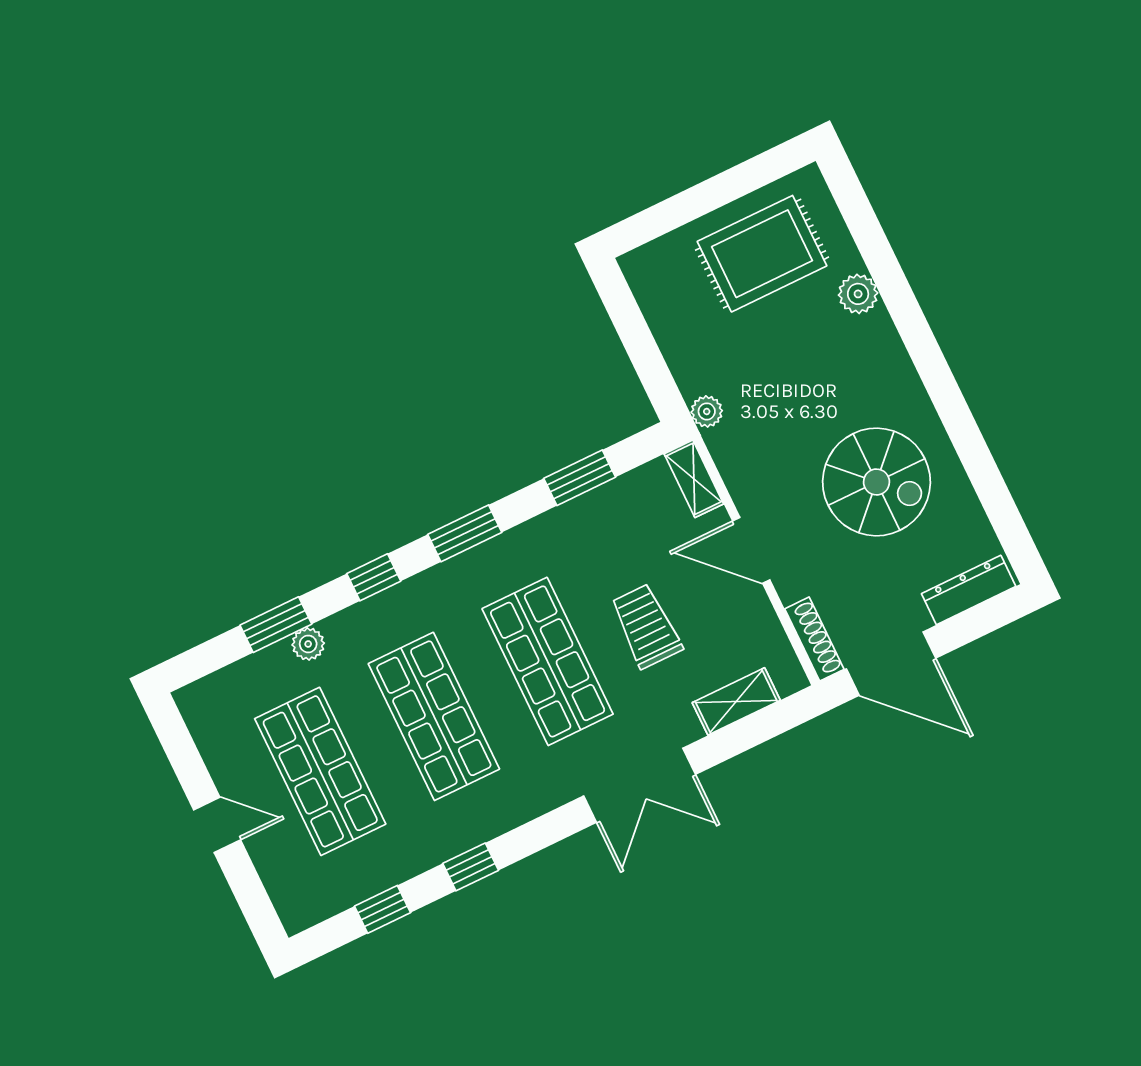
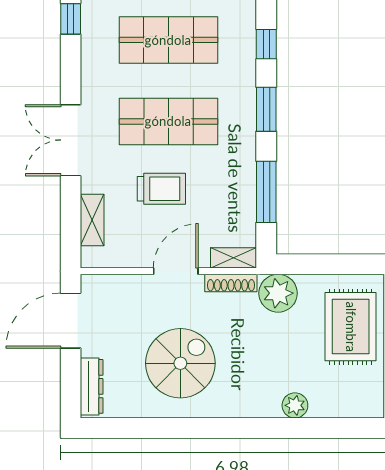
rug: (762, 254) -> (351, 327), moved
plant: (707, 411) -> (278, 293), width x1.88, depth x1.88
window: (580, 478) -> (266, 192), width x1.44
spiral stairs: (876, 482) -> (180, 363), turned 180
shoe rack: (814, 639) -> (231, 283), moved

